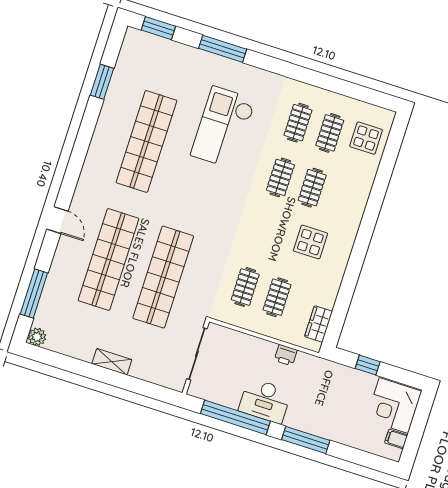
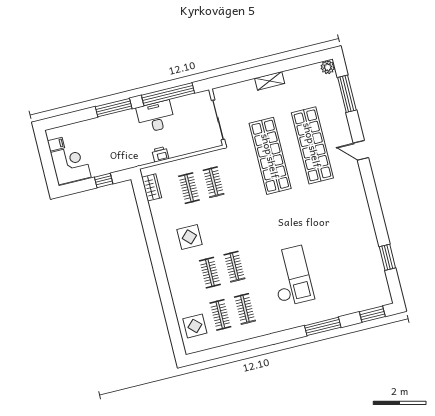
shop shelf: (146, 141) -> (335, 236), removed

